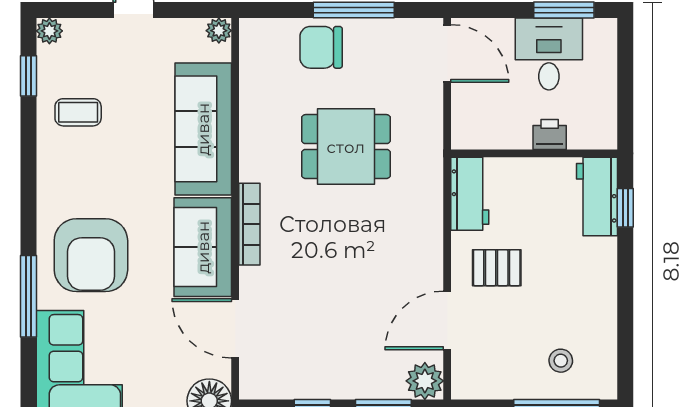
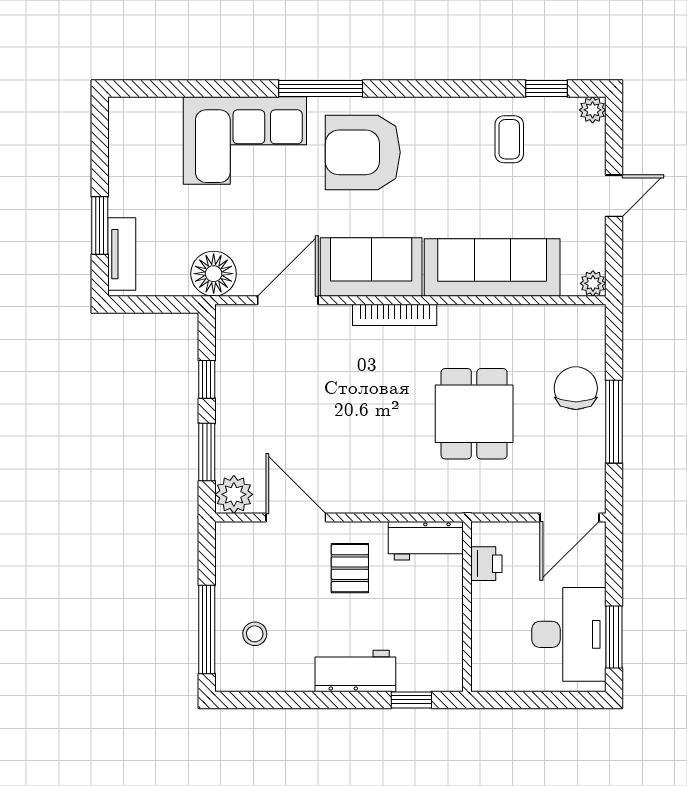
desk: (549, 54) -> (569, 634), width x1.37
printer: (550, 135) -> (486, 564), moved
workbench: (597, 197) -> (355, 671), moved

